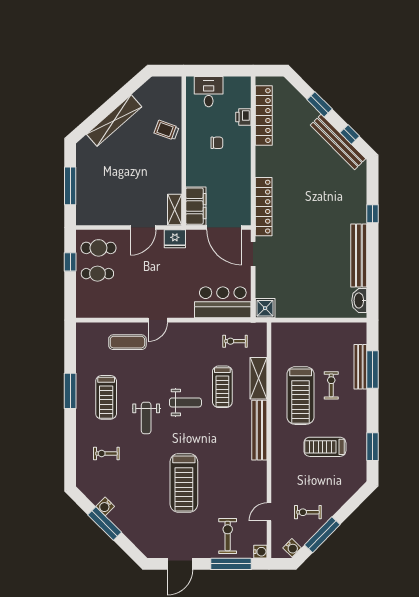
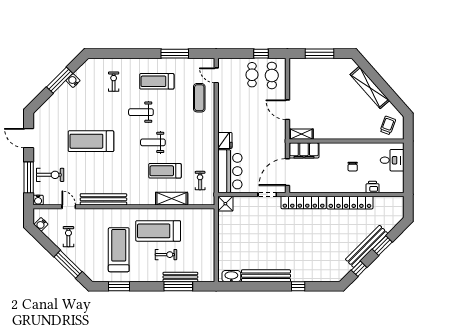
locker: (264, 116) -> (350, 203), moved
trolley: (166, 130) -> (388, 125), moved
bench: (338, 142) -> (367, 246), moved
fridge: (175, 239) -> (225, 140), moved, turned 180
door: (158, 320) -> (216, 75), moved
window: (70, 391) -> (175, 54), moved
weight bench: (185, 402) -> (153, 142), turned 90
bench: (259, 430) -> (103, 199), moved
treadmill: (325, 447) -> (119, 250), width x1.37, depth x1.38
window: (322, 535) -> (68, 264), moved

